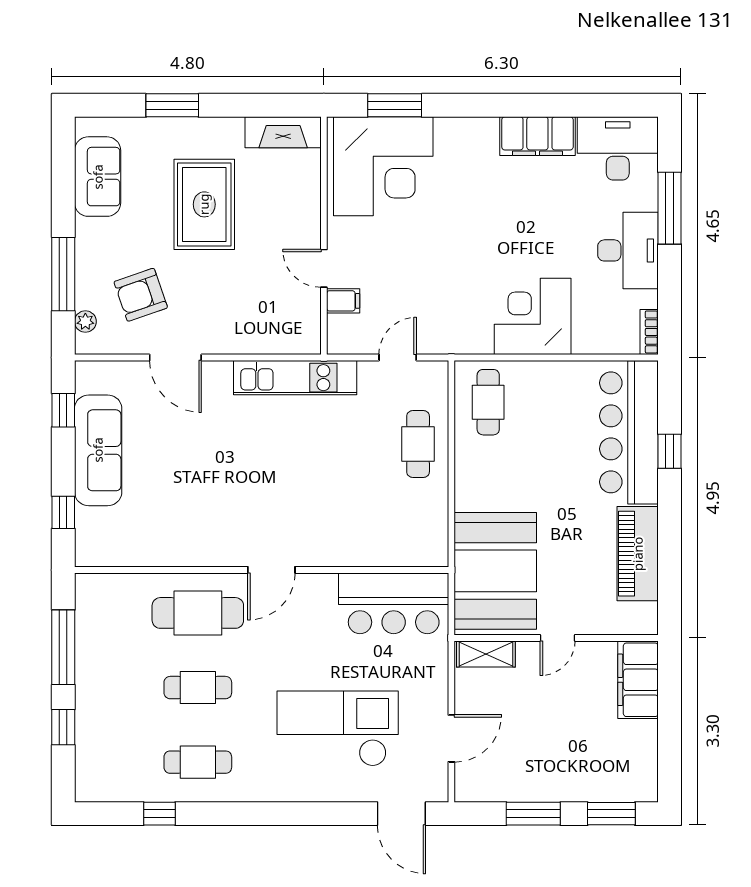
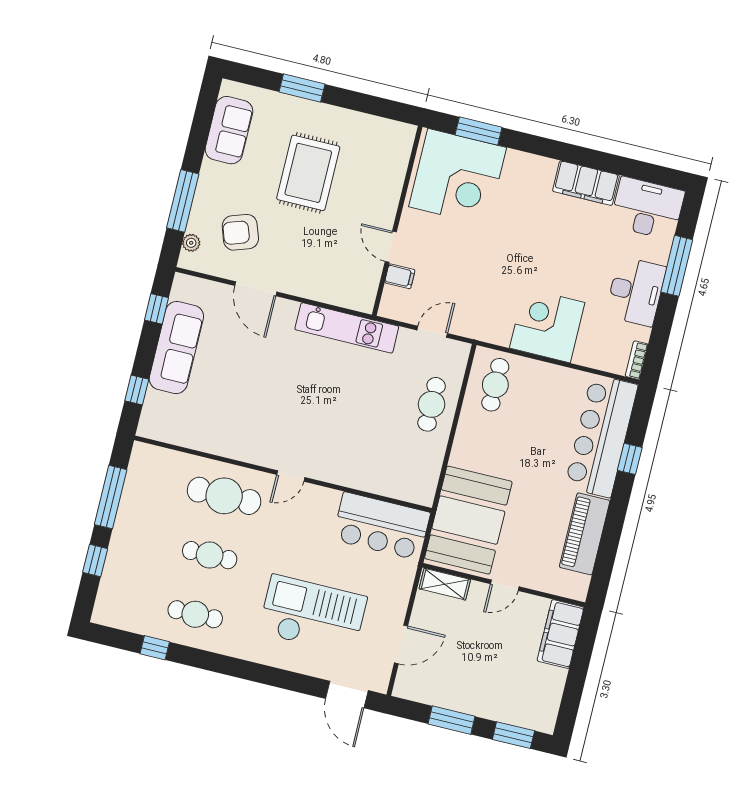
fireplace: (283, 132) -> (385, 131), removed
door: (271, 570) -> (291, 476), width x0.73

